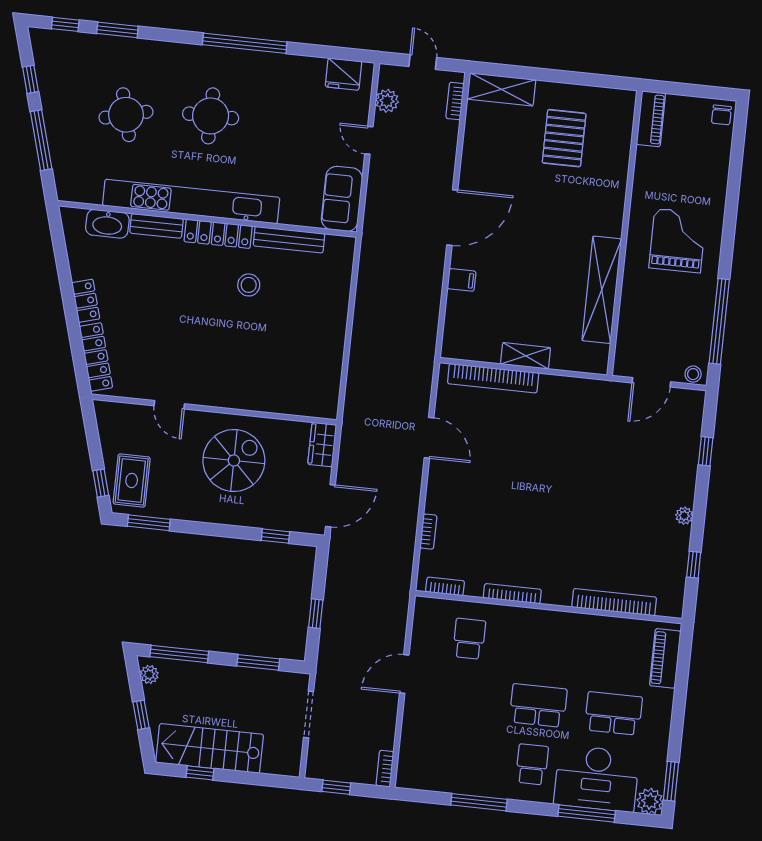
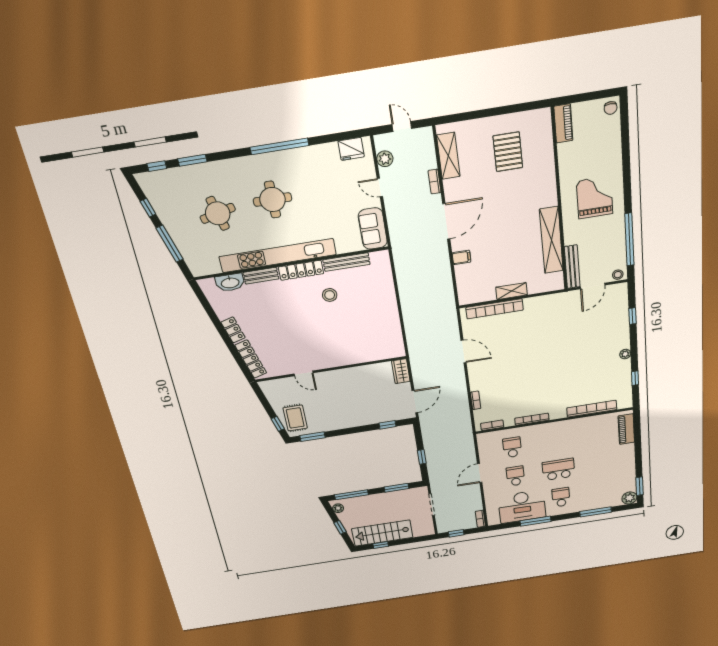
shelving: (501, 89) -> (448, 156), moved, turned 90
bookcase: (455, 101) -> (435, 182), moved
bench: (625, 342) -> (572, 267), added
spiral stairs: (234, 460) -> (351, 393), removed
school desk: (613, 713) -> (515, 476), moved, width x0.54
desk: (597, 778) -> (522, 507), moved

